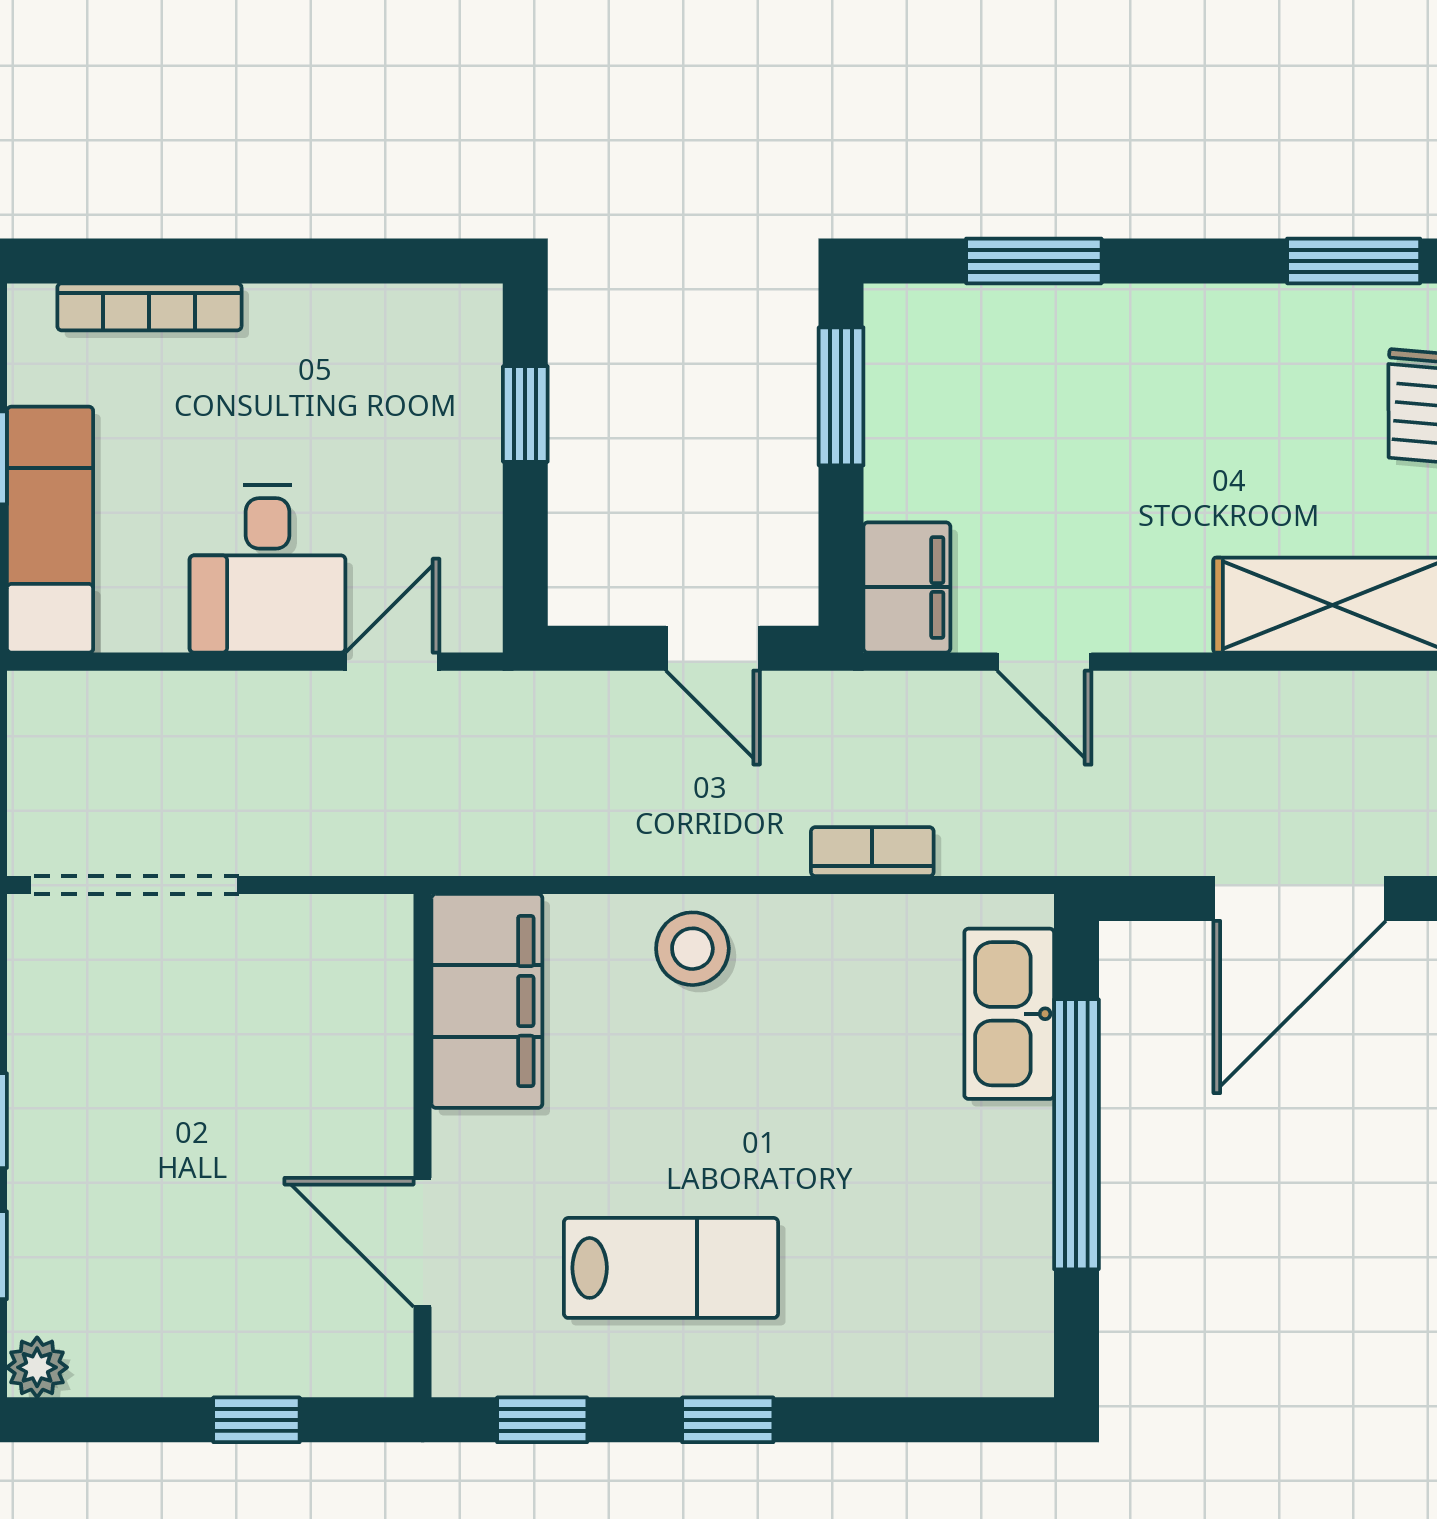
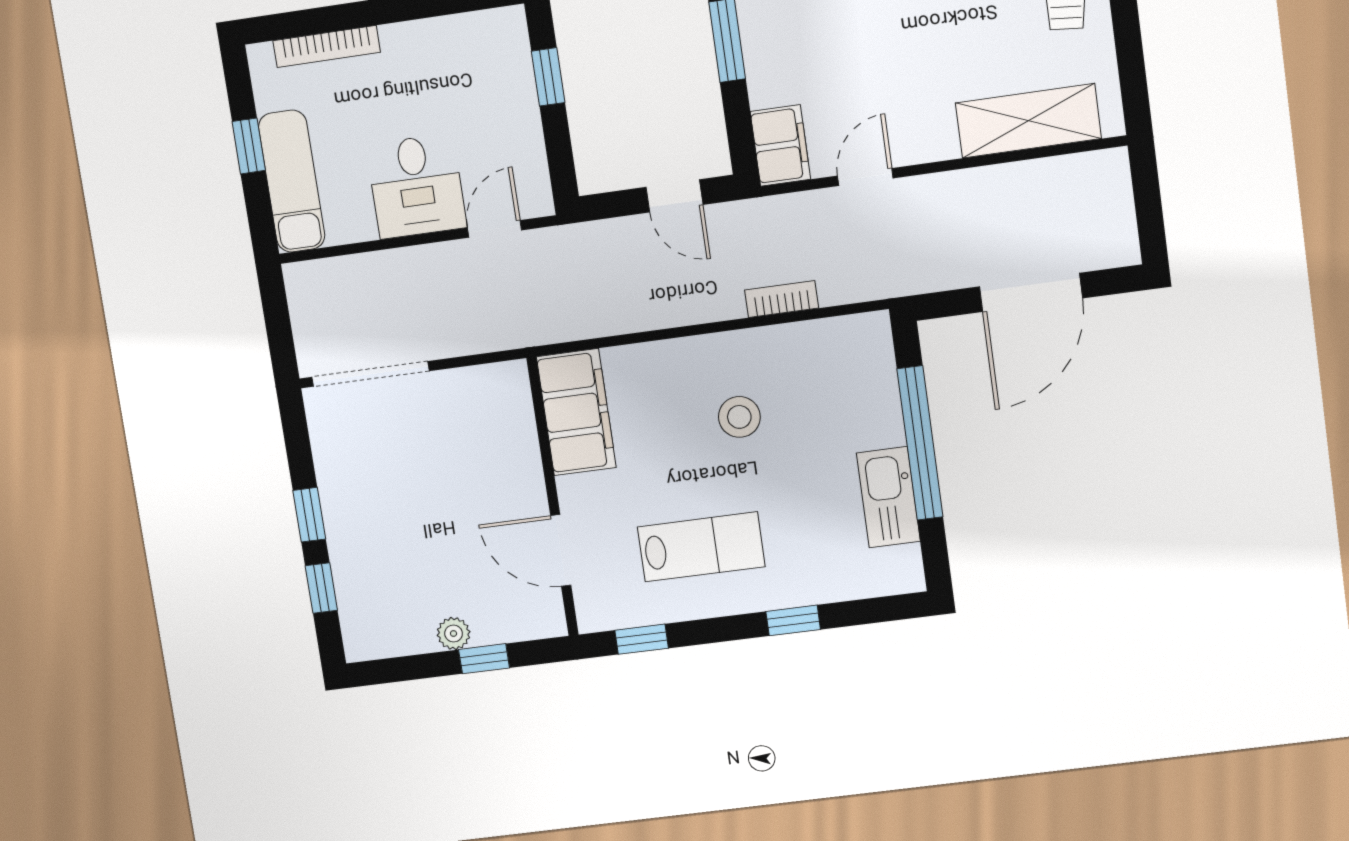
door: (1044, 662) -> (865, 177), swing flipped
stool: (692, 949) -> (739, 417), moved
kitchen sink: (1009, 1014) -> (888, 497), moved
plant: (37, 1367) -> (454, 634), moved
window: (728, 1420) -> (793, 620), moved

